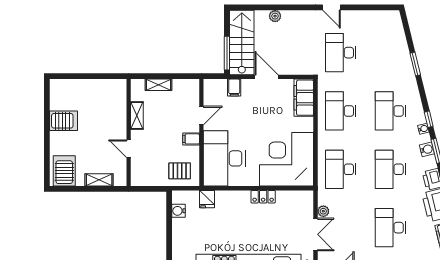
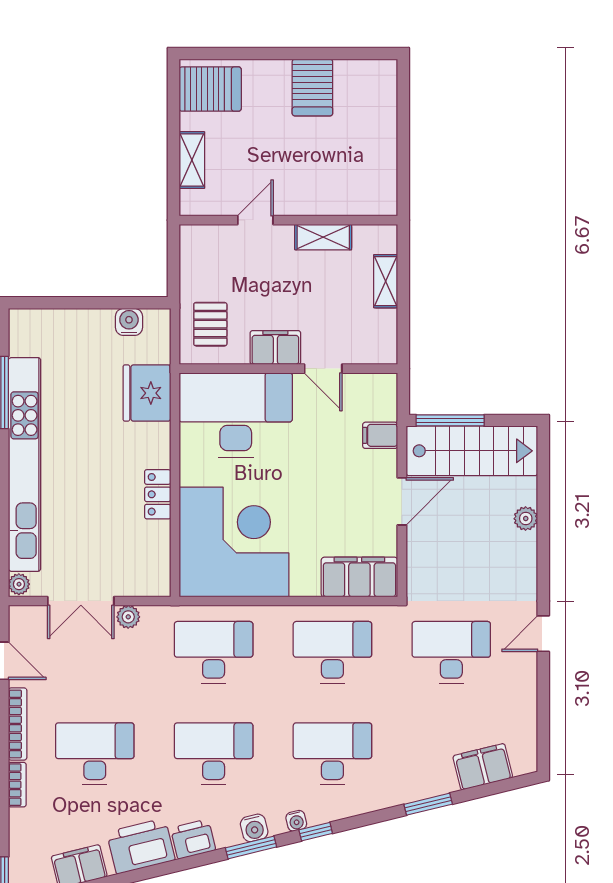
filing cabinet: (397, 37) -> (483, 767), added
filing cabinet: (191, 139) -> (275, 347), width x2.00
fridge: (207, 199) -> (147, 393), width x1.88, depth x1.34

